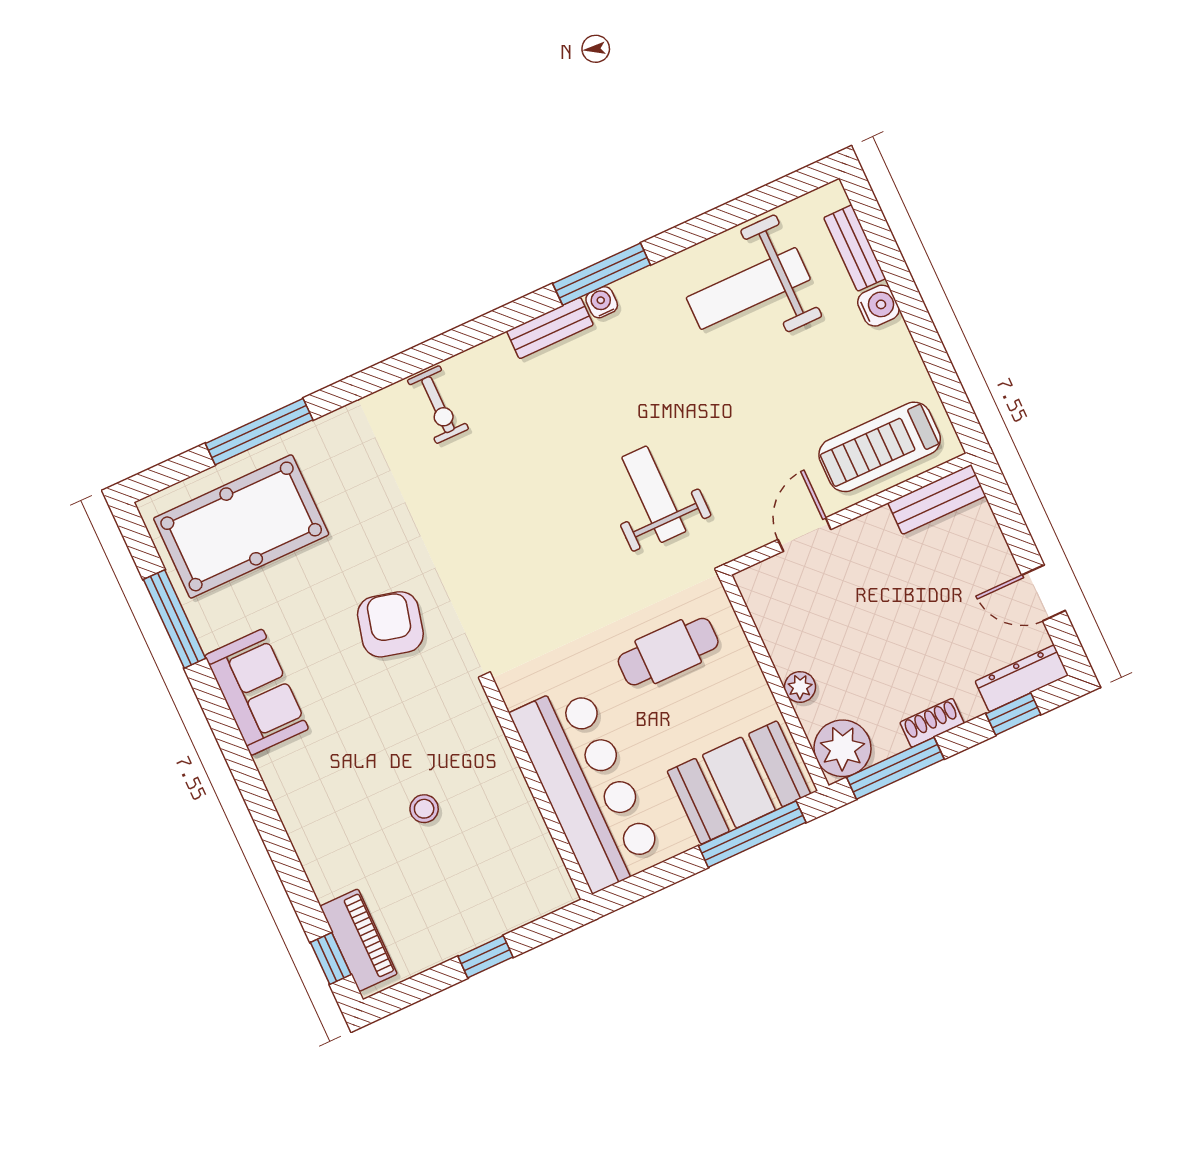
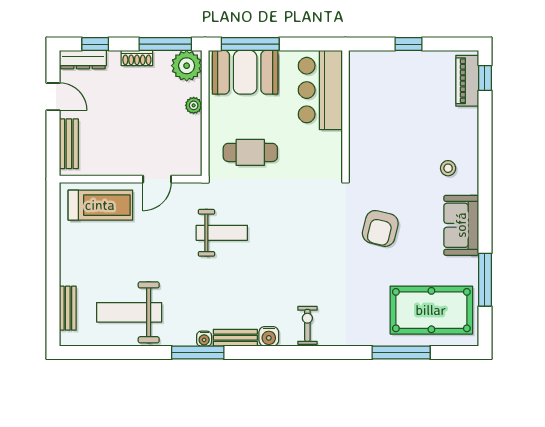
weight bench: (748, 288) -> (129, 312), turned 180
water cooler: (878, 306) -> (269, 336), moved, turned -90
weight bench: (654, 494) -> (222, 233), turned -90
bench: (937, 499) -> (69, 144), moved, turned 90
bar counter: (587, 787) -> (320, 90), width x0.73
stool: (424, 809) -> (448, 168), moved

